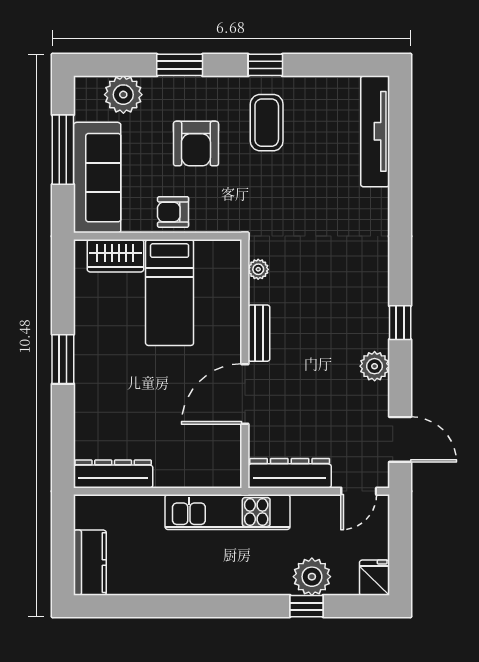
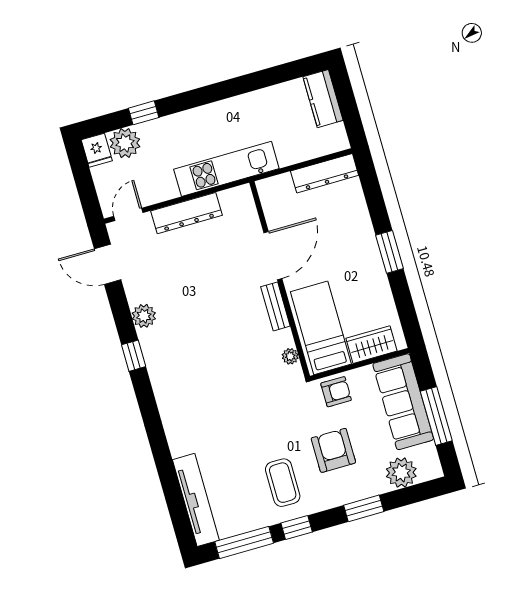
window: (332, 65) -> (244, 542), added
plant: (258, 269) -> (290, 356), moved
bench: (259, 333) -> (275, 306), moved
wall: (245, 364) -> (280, 279), moved
door: (245, 394) -> (273, 256), moved
plant: (312, 577) -> (125, 143), moved

